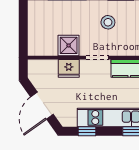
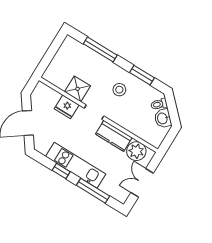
window: (87, 131) -> (61, 171), moved

